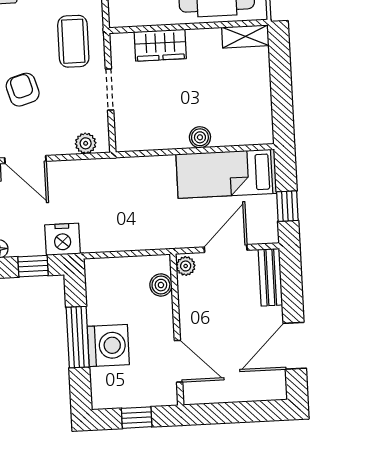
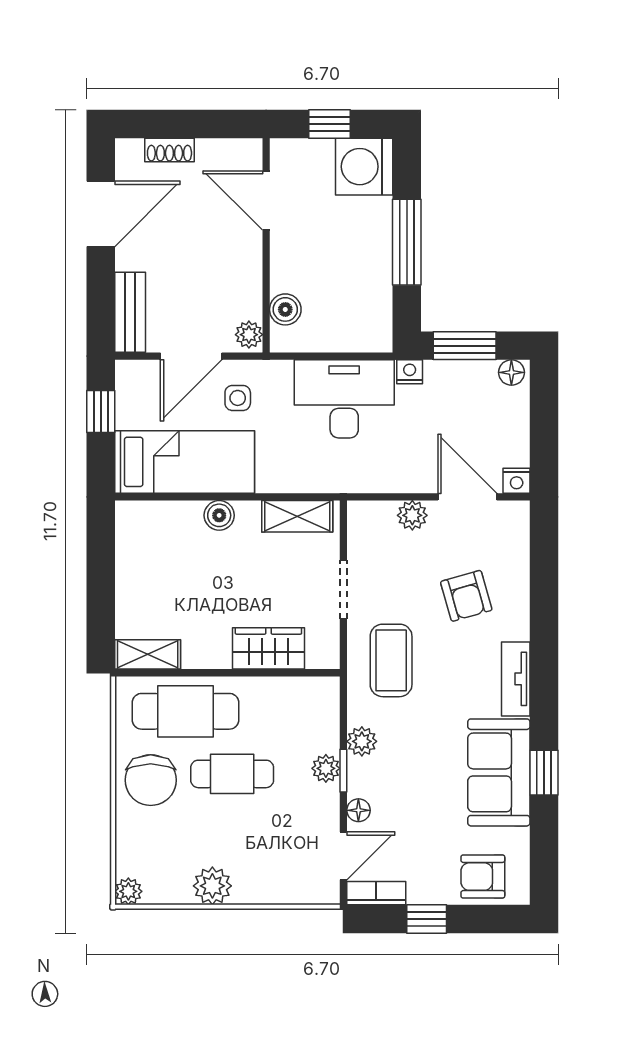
shelving: (145, 139) -> (297, 516), added
plant: (86, 143) -> (412, 515), moved
side table: (191, 221) -> (238, 398), added
desk: (116, 224) -> (344, 399), added
nightstand: (62, 239) -> (410, 372), width x0.53, depth x0.56
window: (33, 266) -> (465, 346), width x1.50
washing machine: (108, 345) -> (364, 167), moved
shoe rack: (249, 393) -> (169, 150), added

